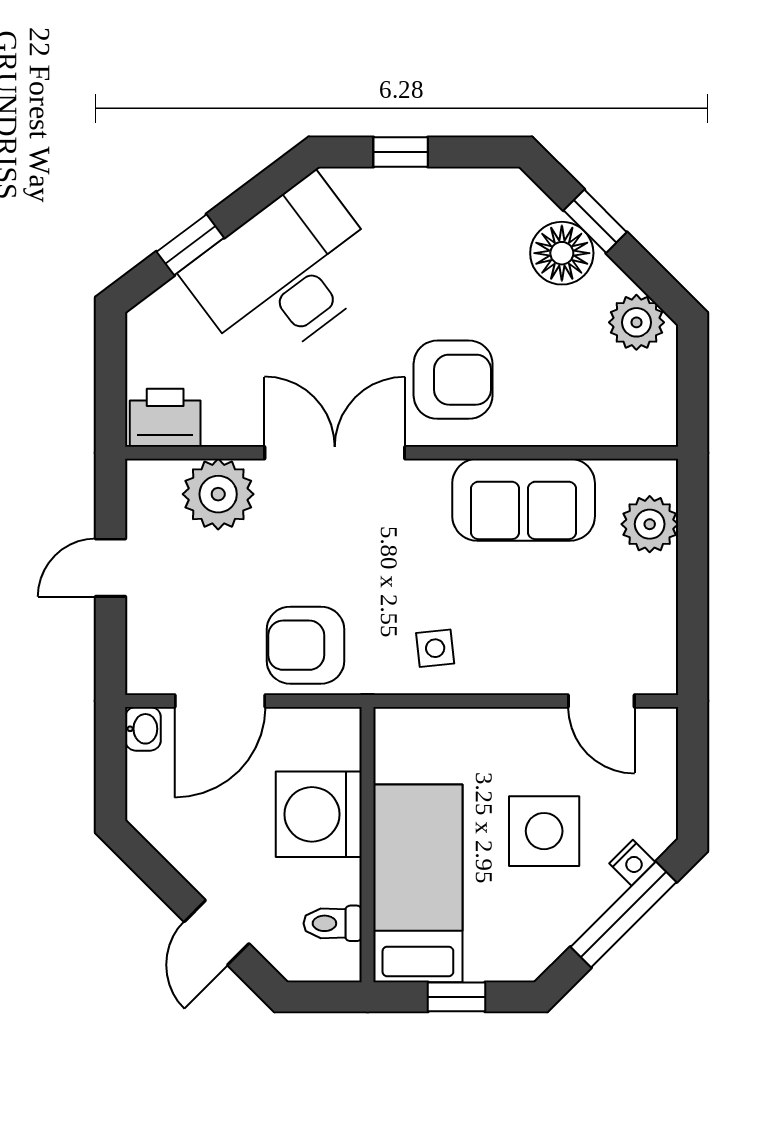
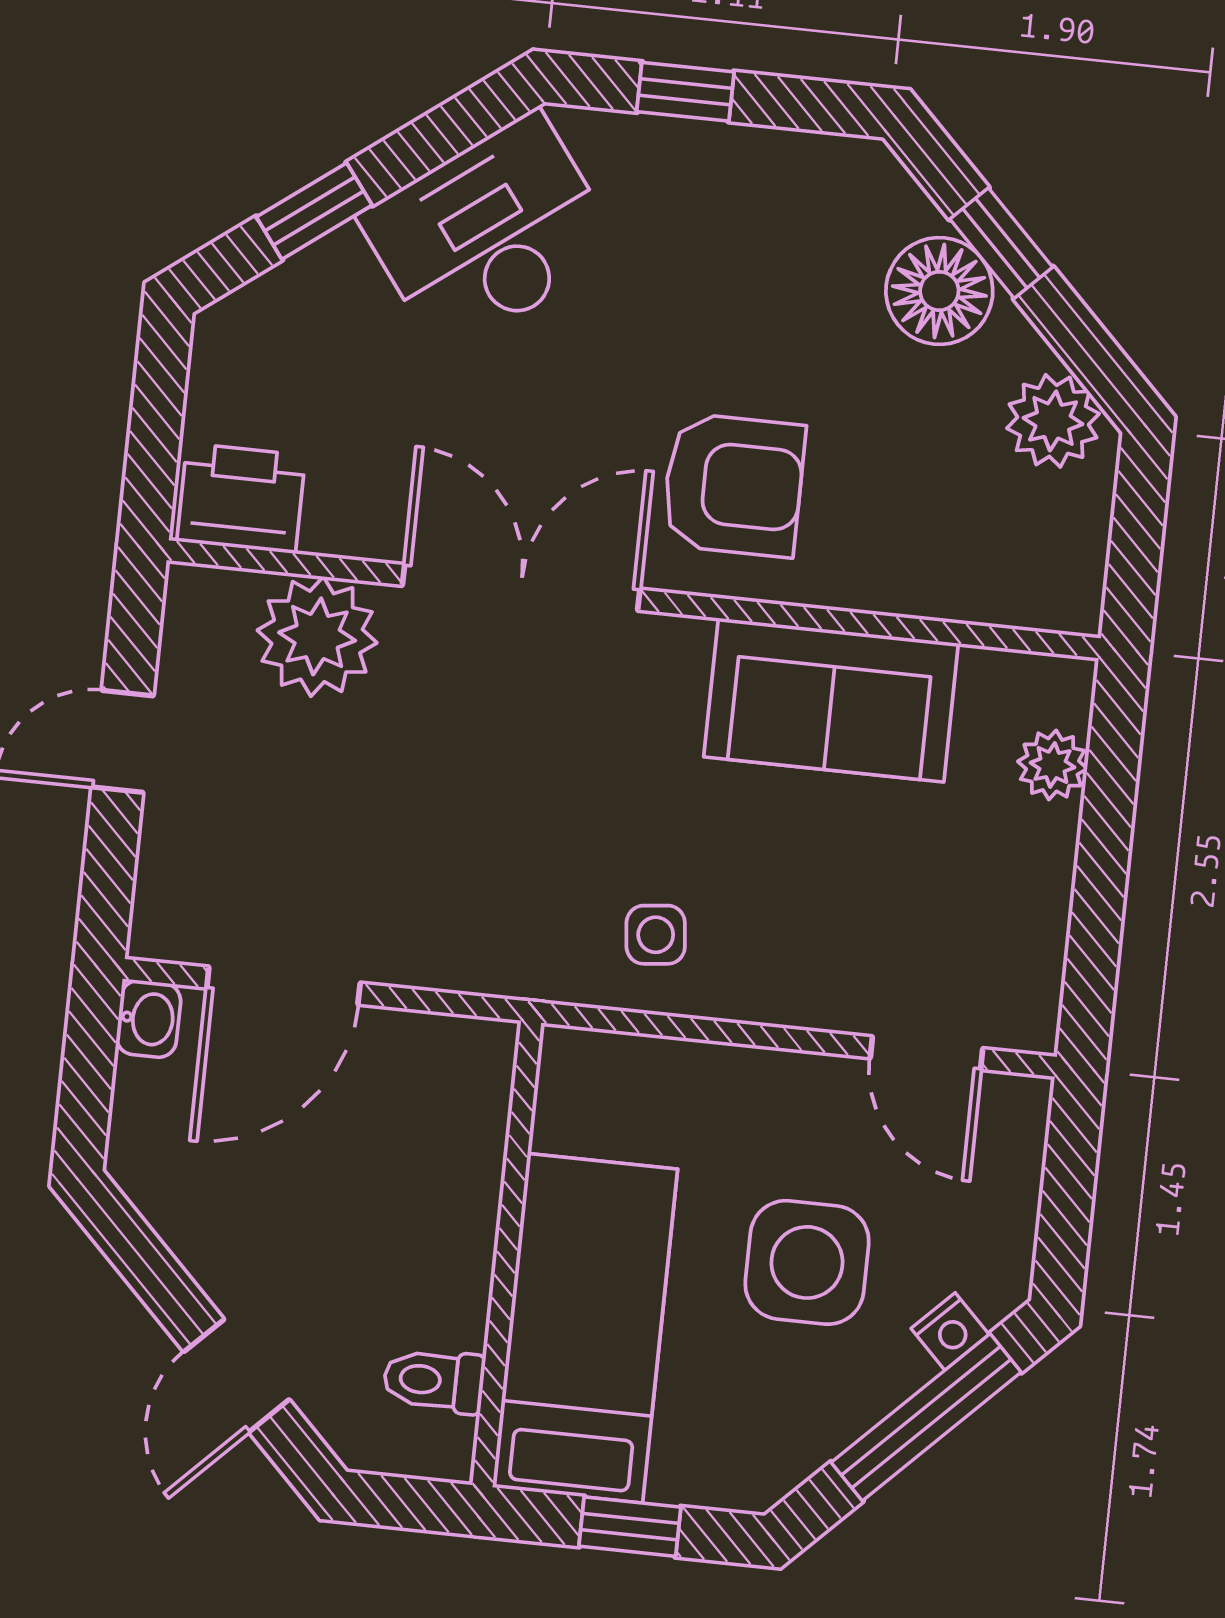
desk: (285, 273) -> (490, 233), width x0.73, depth x0.77
plant: (650, 524) -> (1053, 765), width x0.73, depth x0.73
armchair: (305, 645) -> (438, 907), removed
washing machine: (319, 814) -> (430, 1194), removed

